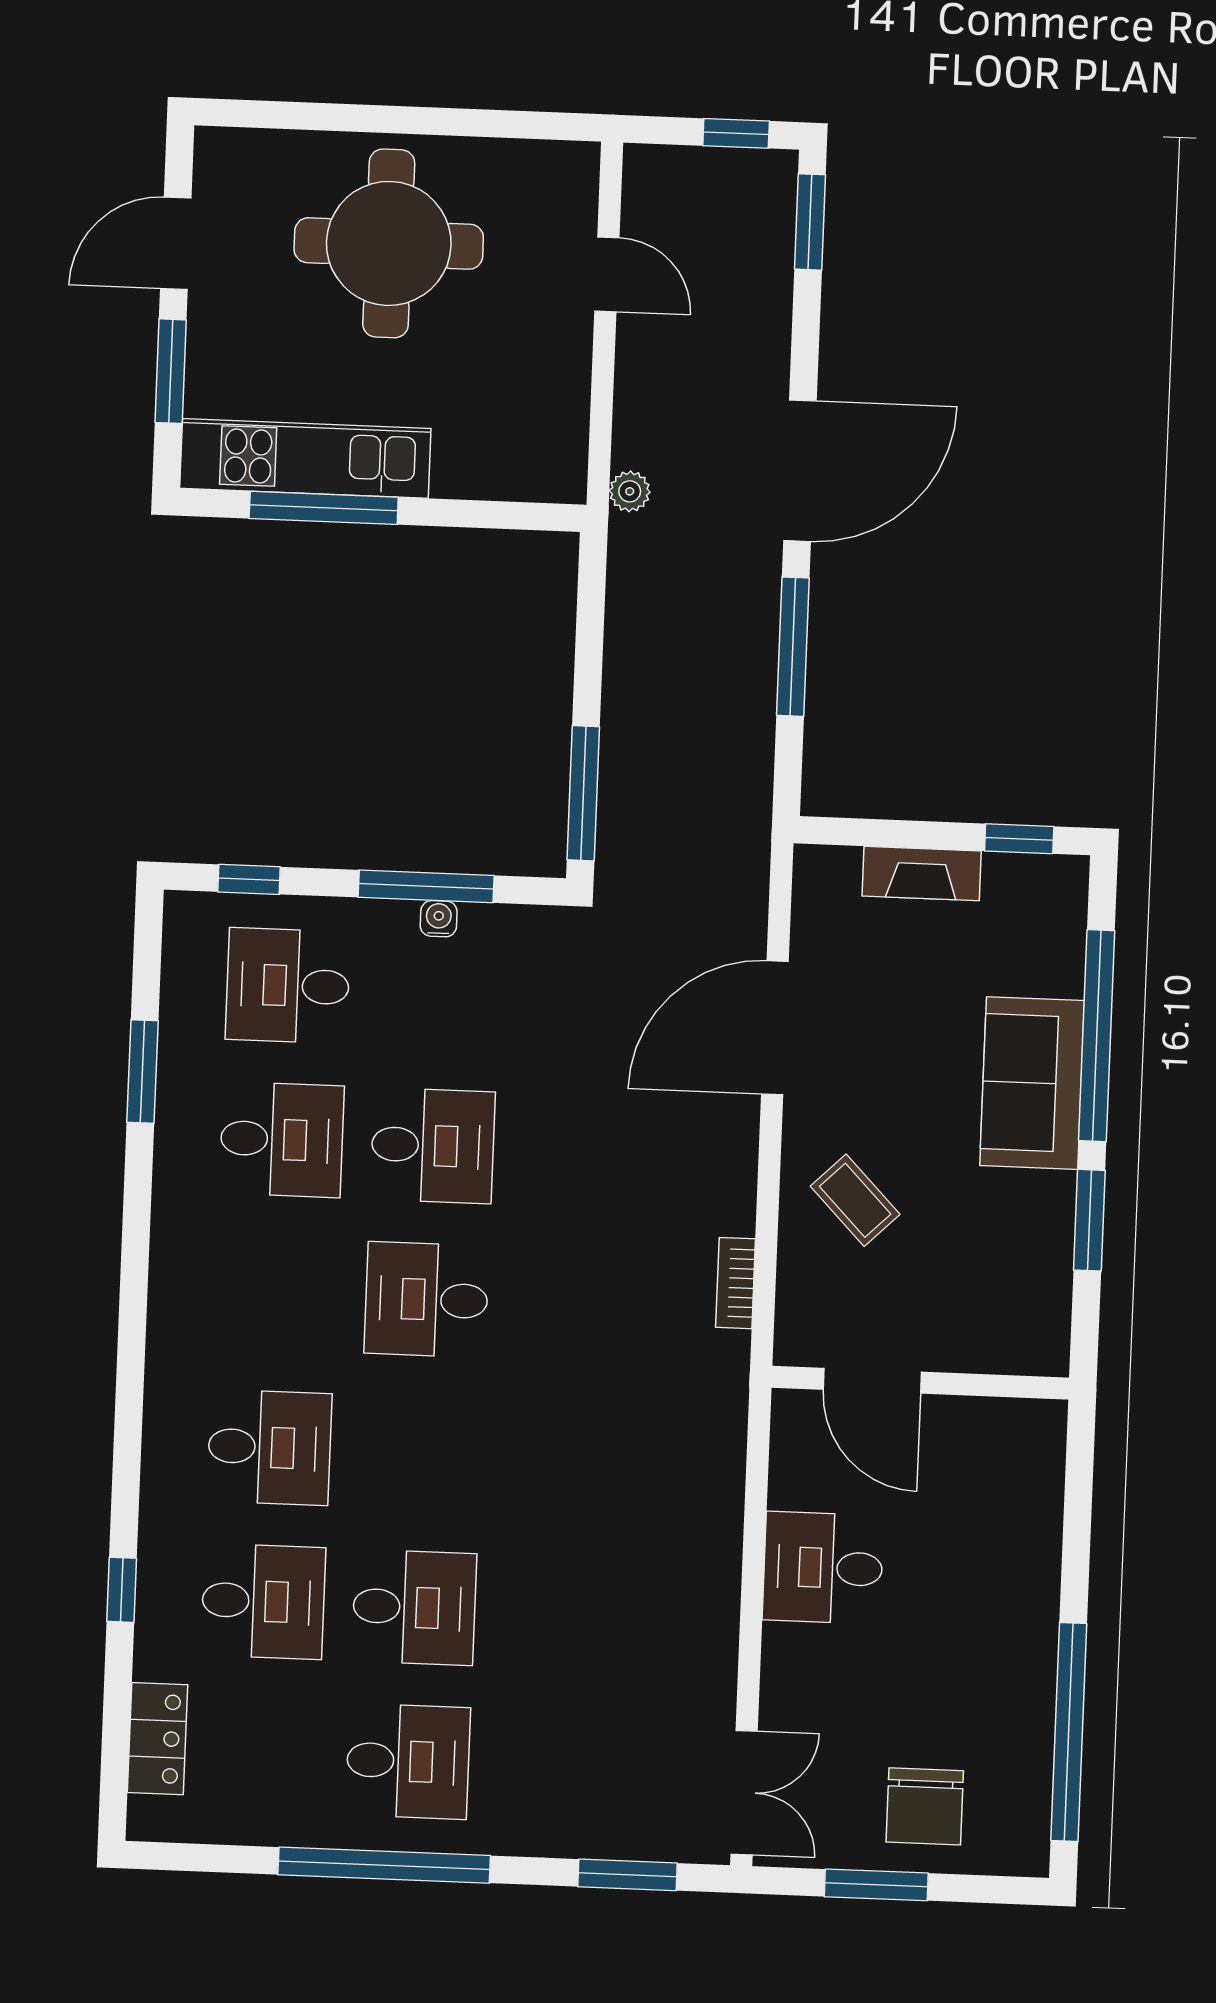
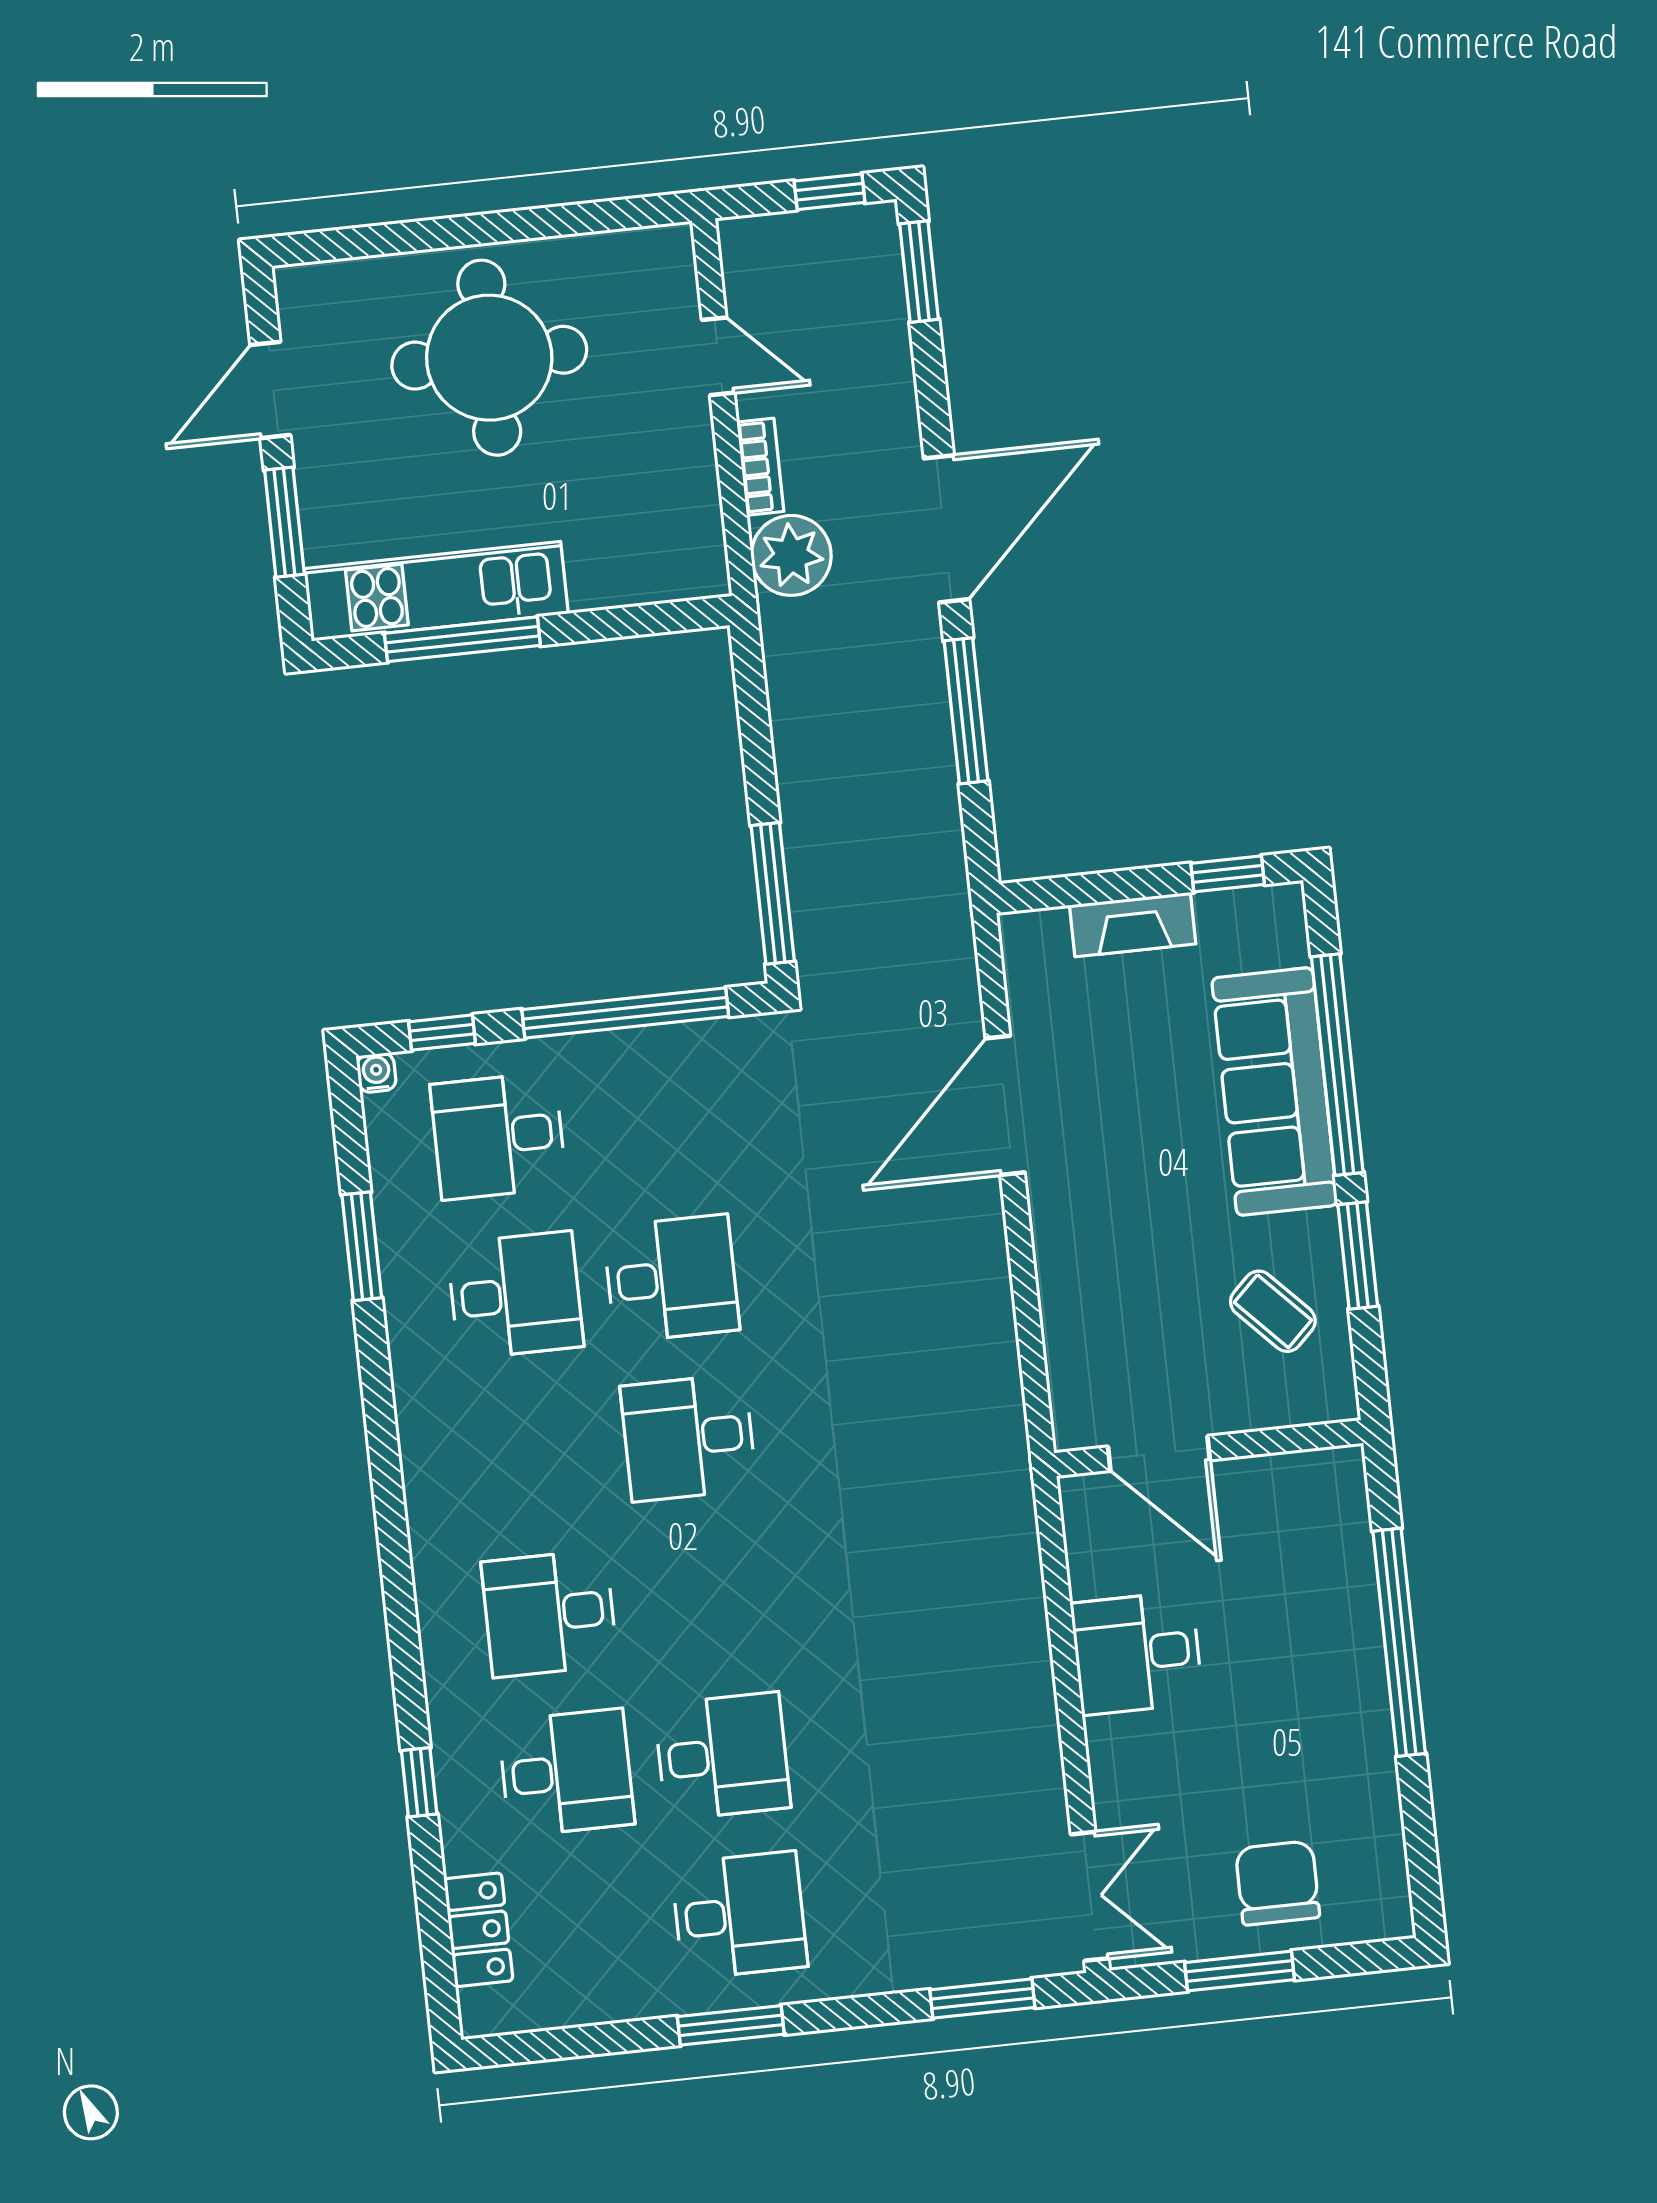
plant: (630, 491) -> (791, 555), width x1.88, depth x1.88
window: (426, 886) -> (625, 1013), width x1.46
water cooler: (439, 919) -> (376, 1073), moved
sofa: (1032, 1083) -> (1275, 1092), width x1.36
coffee table: (855, 1200) -> (1273, 1311), moved
bookcase: (736, 1283) -> (760, 467), moved, turned 180
desk: (269, 1447) -> (549, 1613), turned 180
window: (1069, 1732) -> (1399, 1642), moved
chair: (925, 1806) -> (1278, 1883), turned 180
window: (384, 1865) -> (731, 2025), width x0.47

